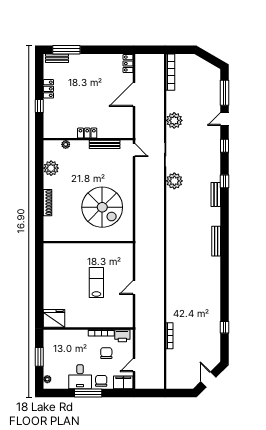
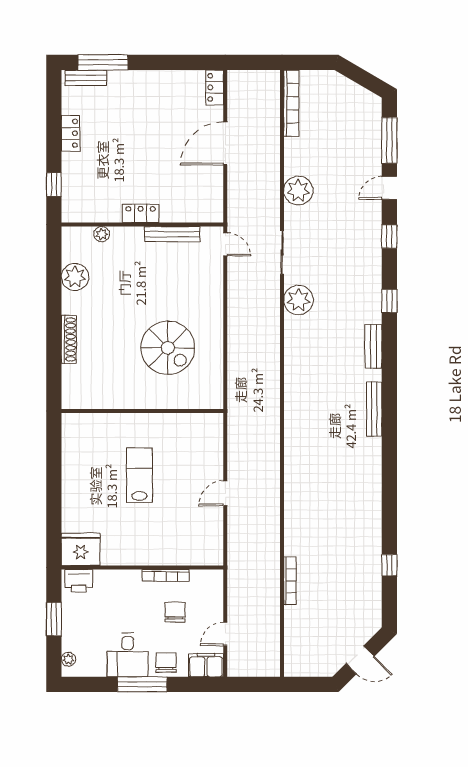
window: (39, 106) -> (54, 184), moved
bench: (216, 194) -> (373, 346), moved
spiral stairs: (102, 207) -> (168, 348), width x0.73, depth x0.73
lab bench: (96, 283) -> (139, 475), moved
printer: (122, 336) -> (79, 581), moved
door: (208, 379) -> (360, 660), swing flipped

